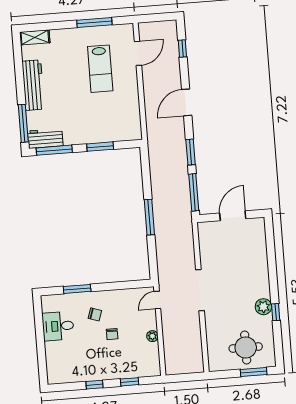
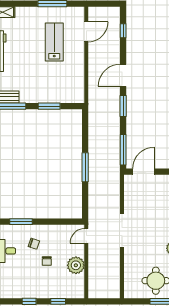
lab bench: (100, 69) -> (54, 42), turned 180
window: (191, 152) -> (123, 106), moved
door: (233, 216) -> (144, 172), moved
plant: (152, 336) -> (76, 265), width x1.88, depth x1.88

